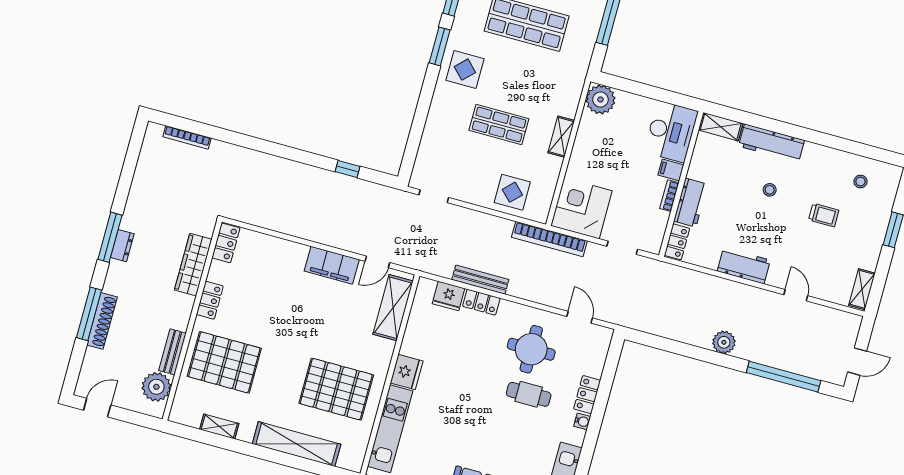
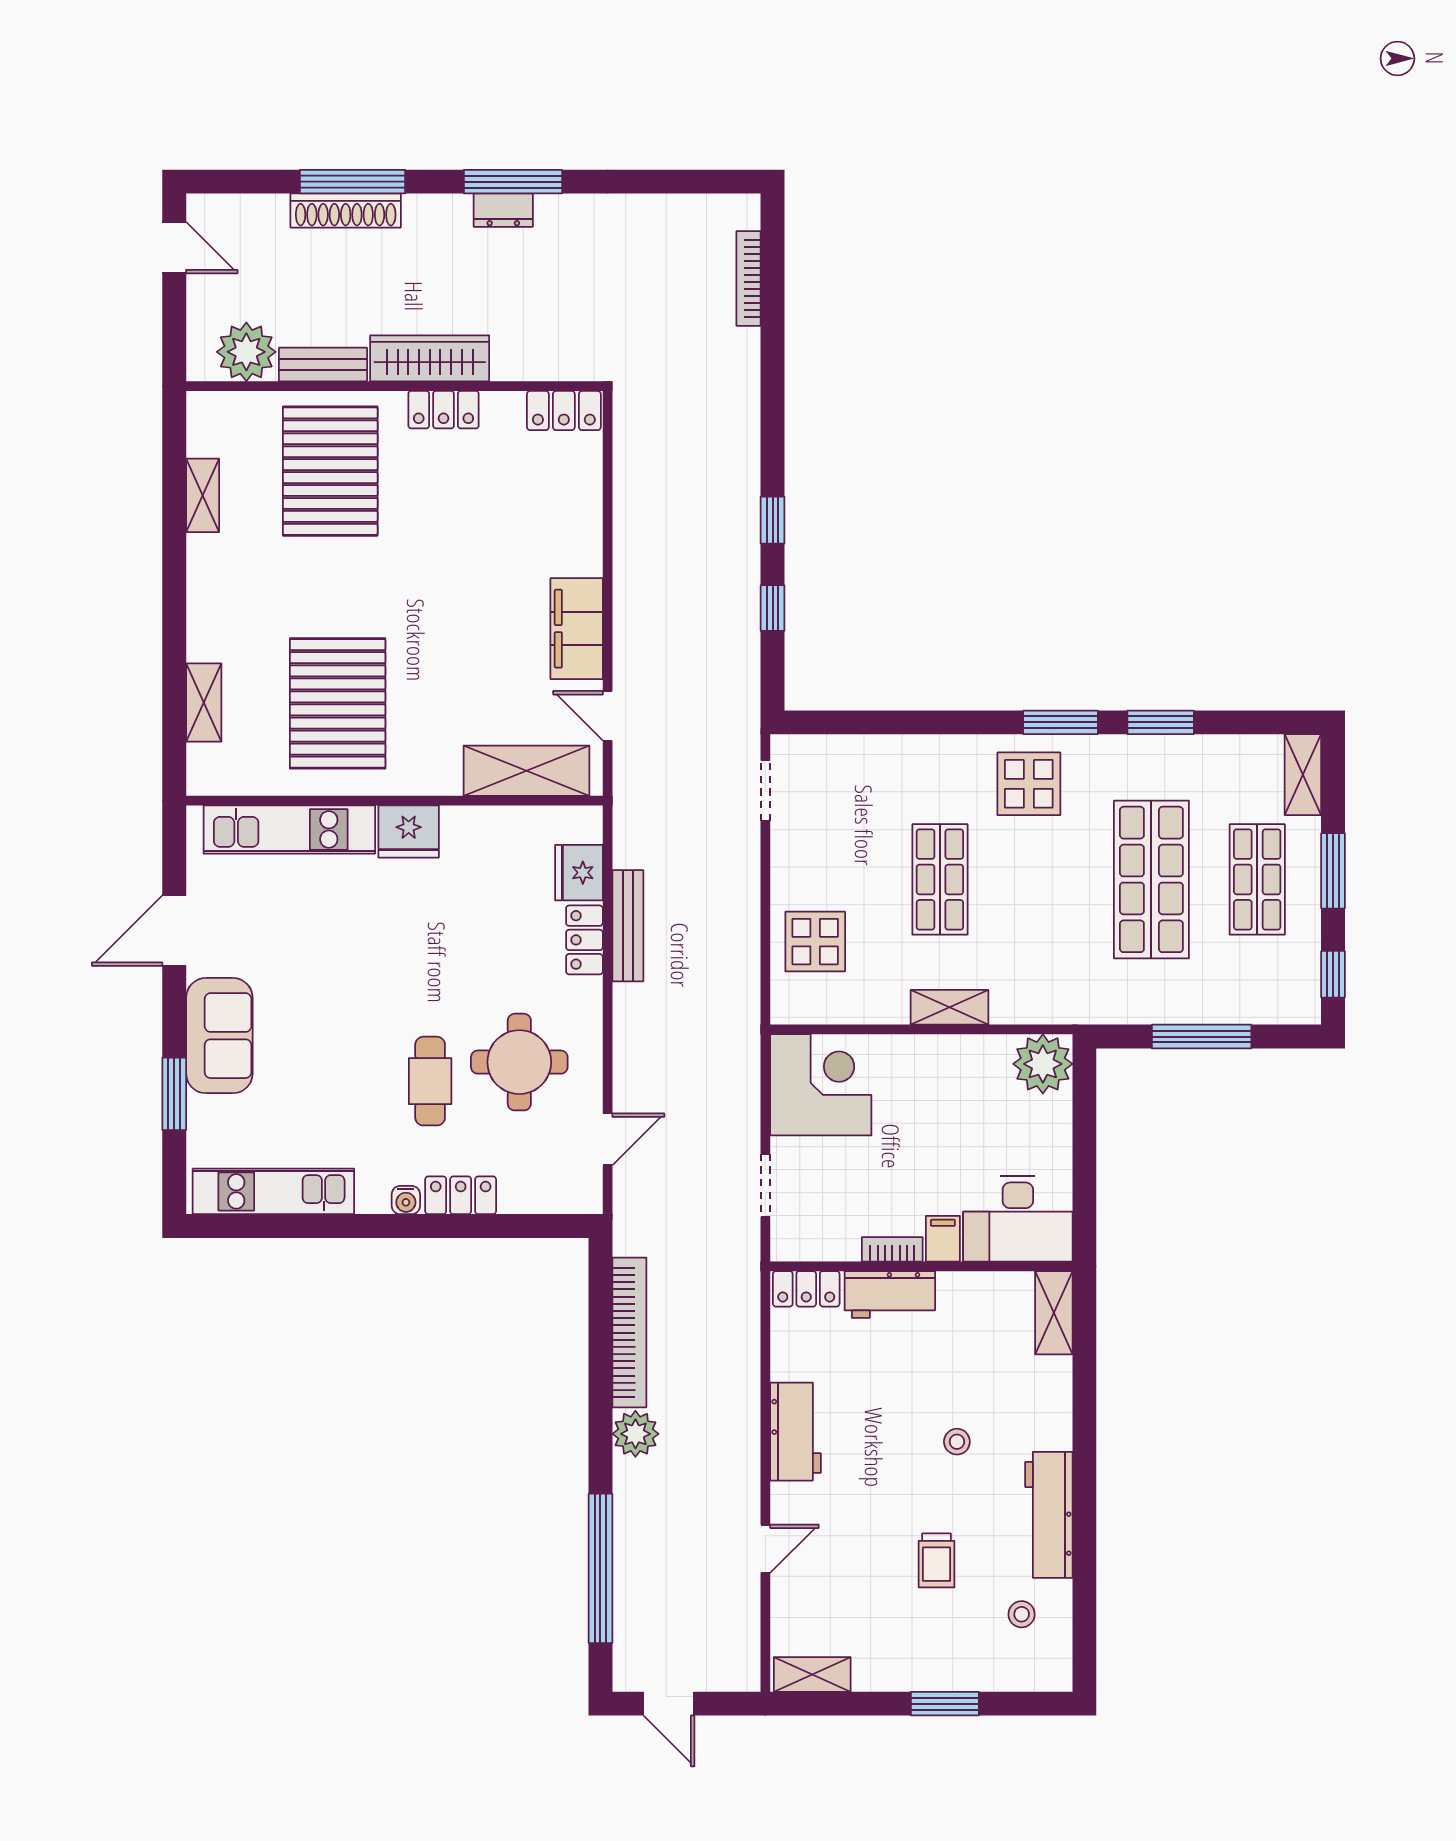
workbench: (772, 143) -> (1049, 1515), moved
window: (306, 157) -> (773, 520), added
bookcase: (549, 239) -> (629, 1333), moved, turned 180
wardrobe: (193, 265) -> (430, 358), moved
shelving: (297, 444) -> (204, 703), width x0.45, depth x0.75

